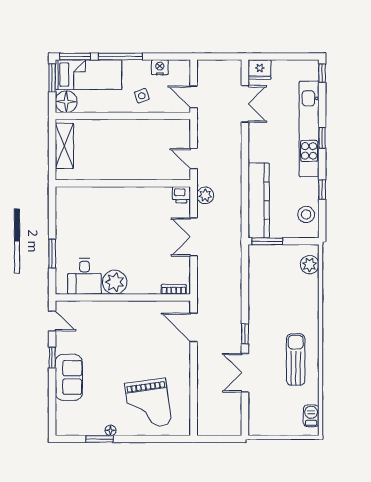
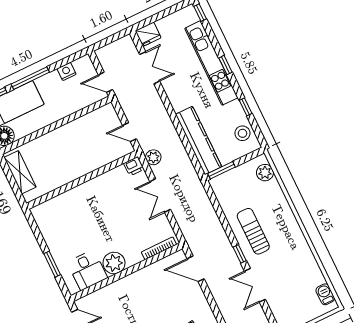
side table: (142, 96) -> (63, 102), removed
bookcase: (174, 289) -> (159, 248), width x1.56
sun lounger: (296, 359) -> (253, 231), moved

